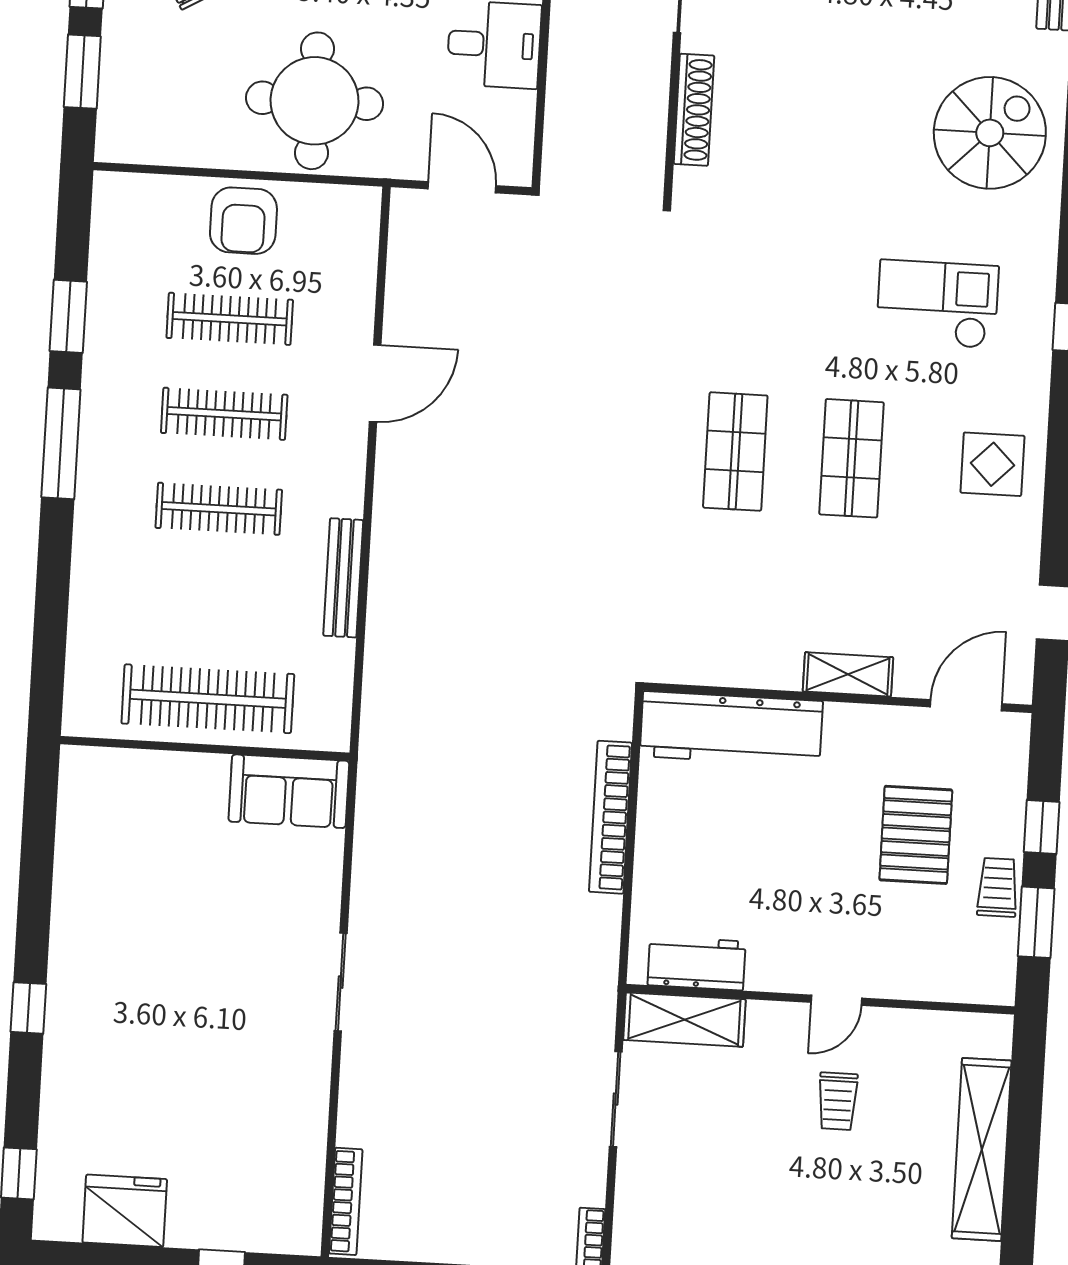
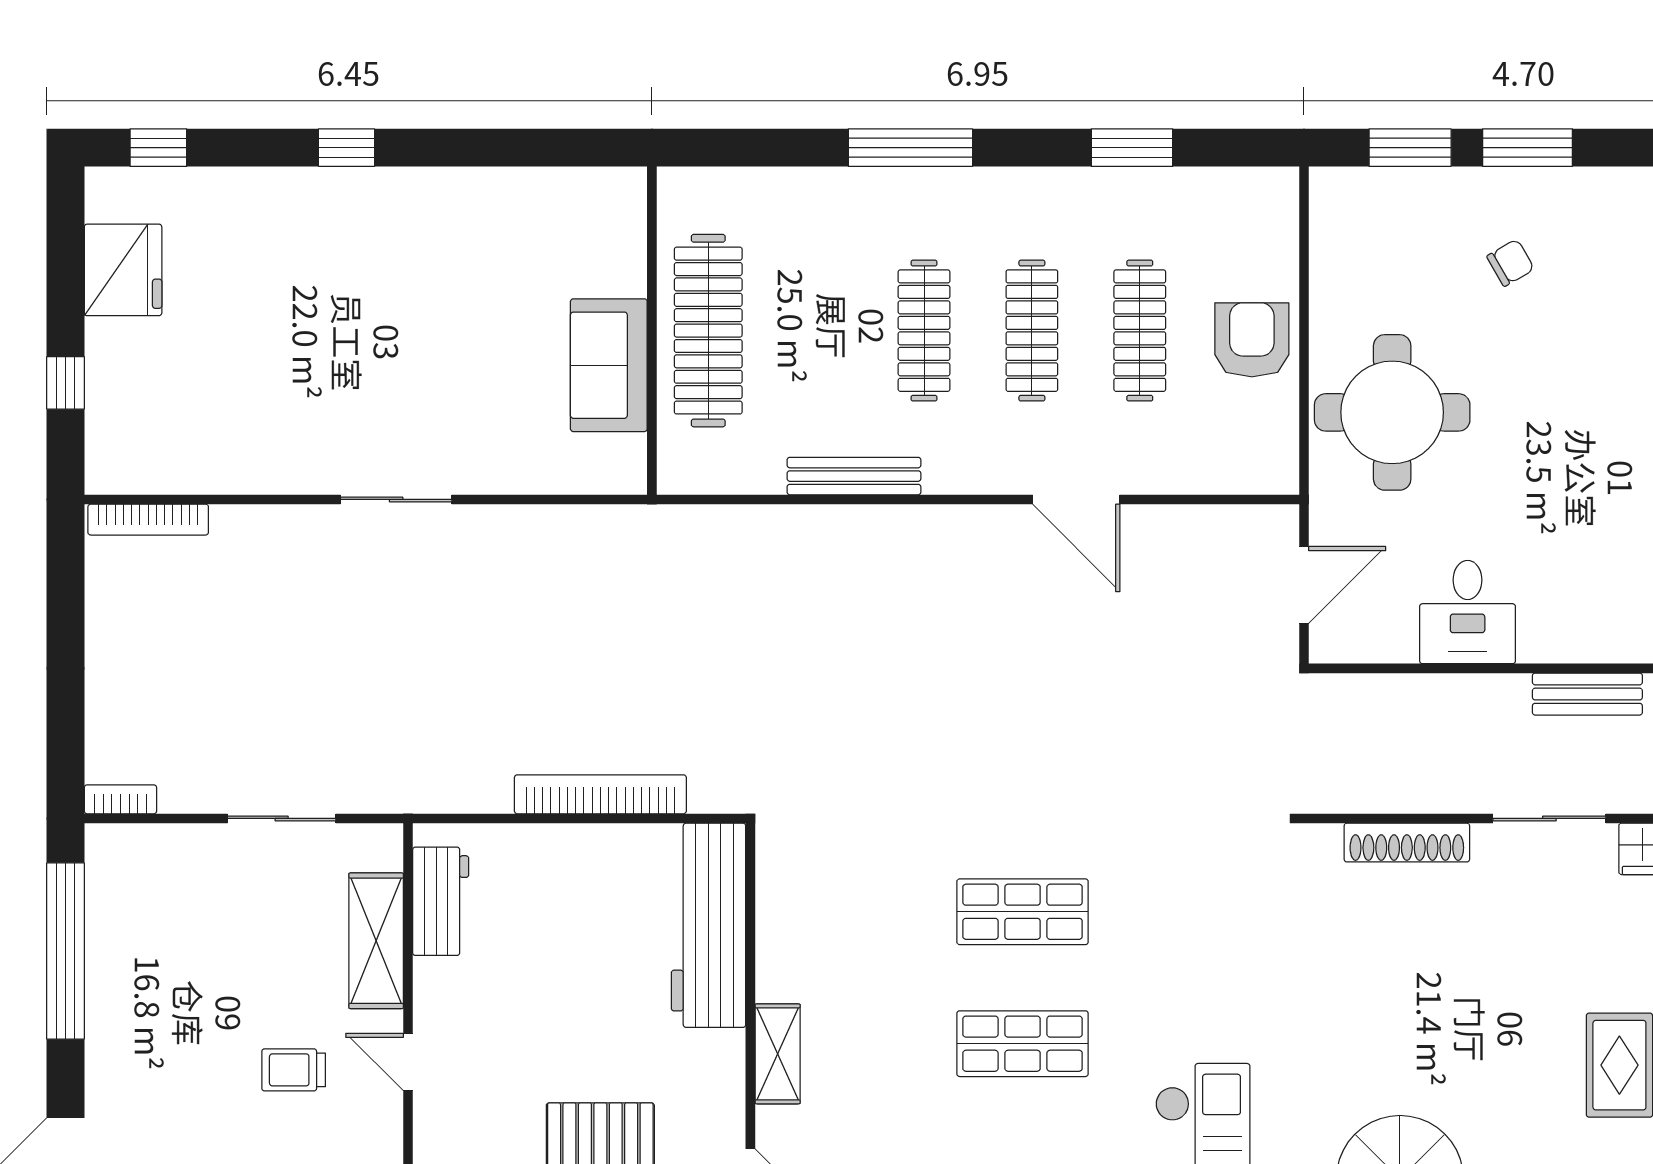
armchair: (243, 221) -> (1252, 340), turned 90
window: (61, 443) -> (910, 148), moved
sofa: (289, 791) -> (609, 365), moved
shelving: (684, 1020) -> (376, 941), moved

